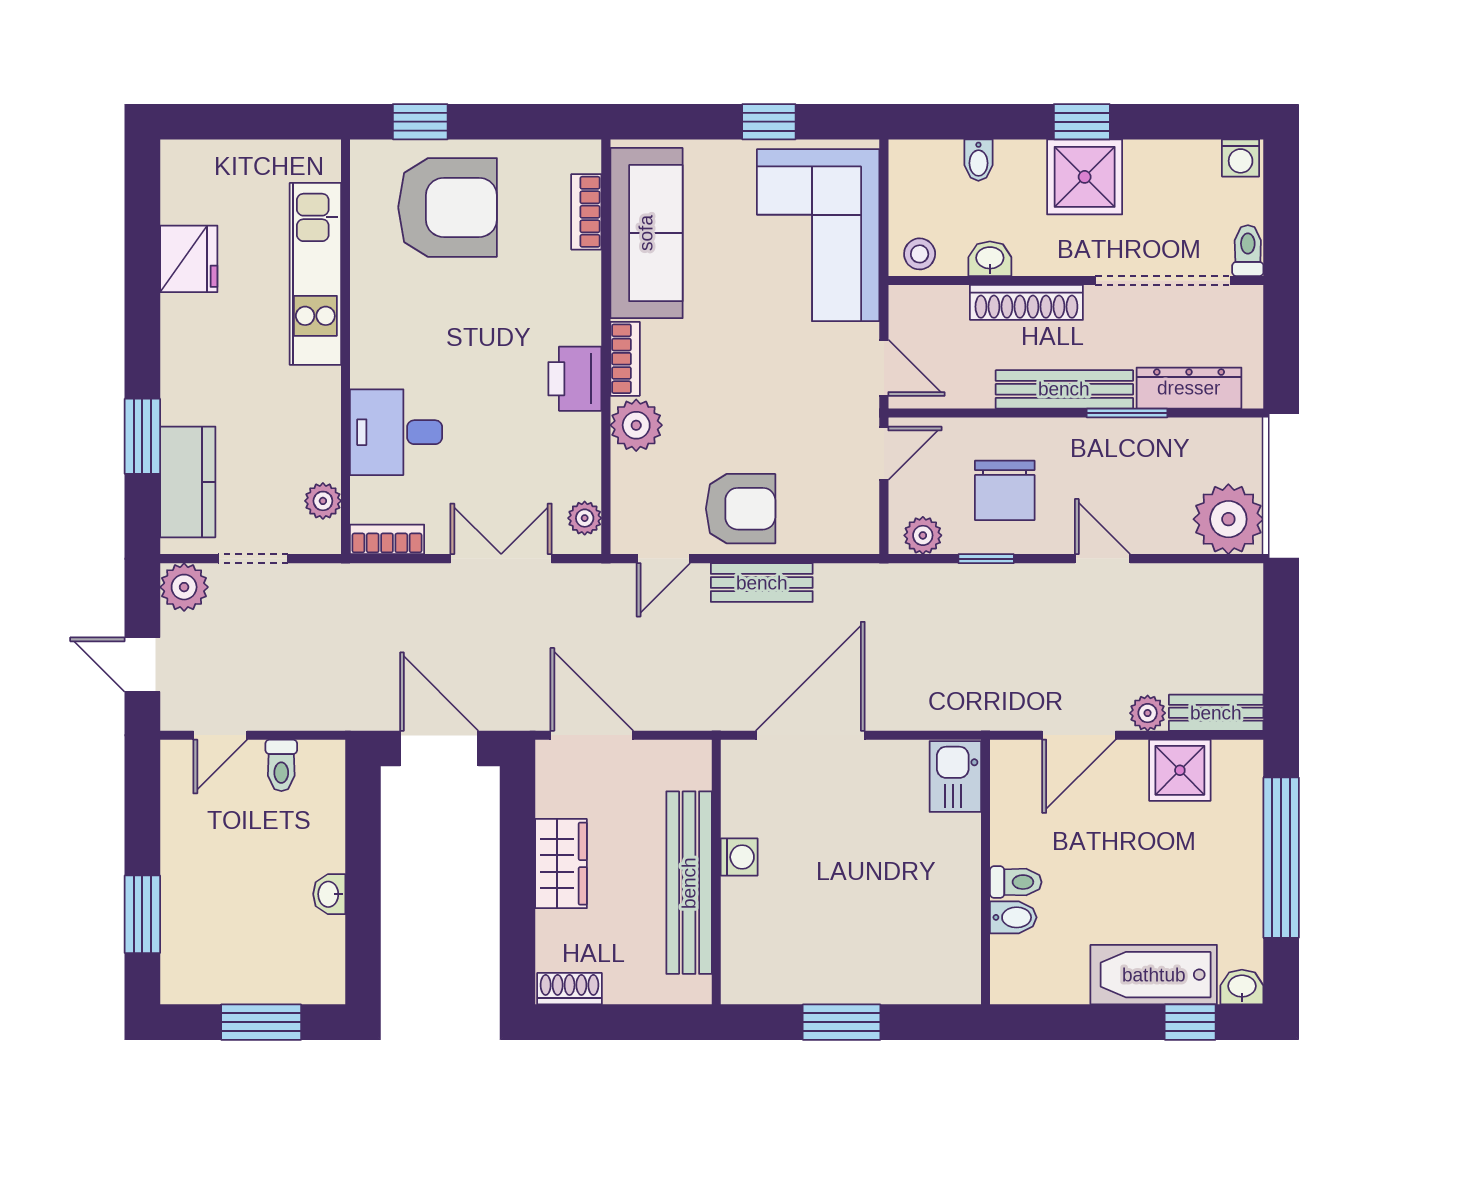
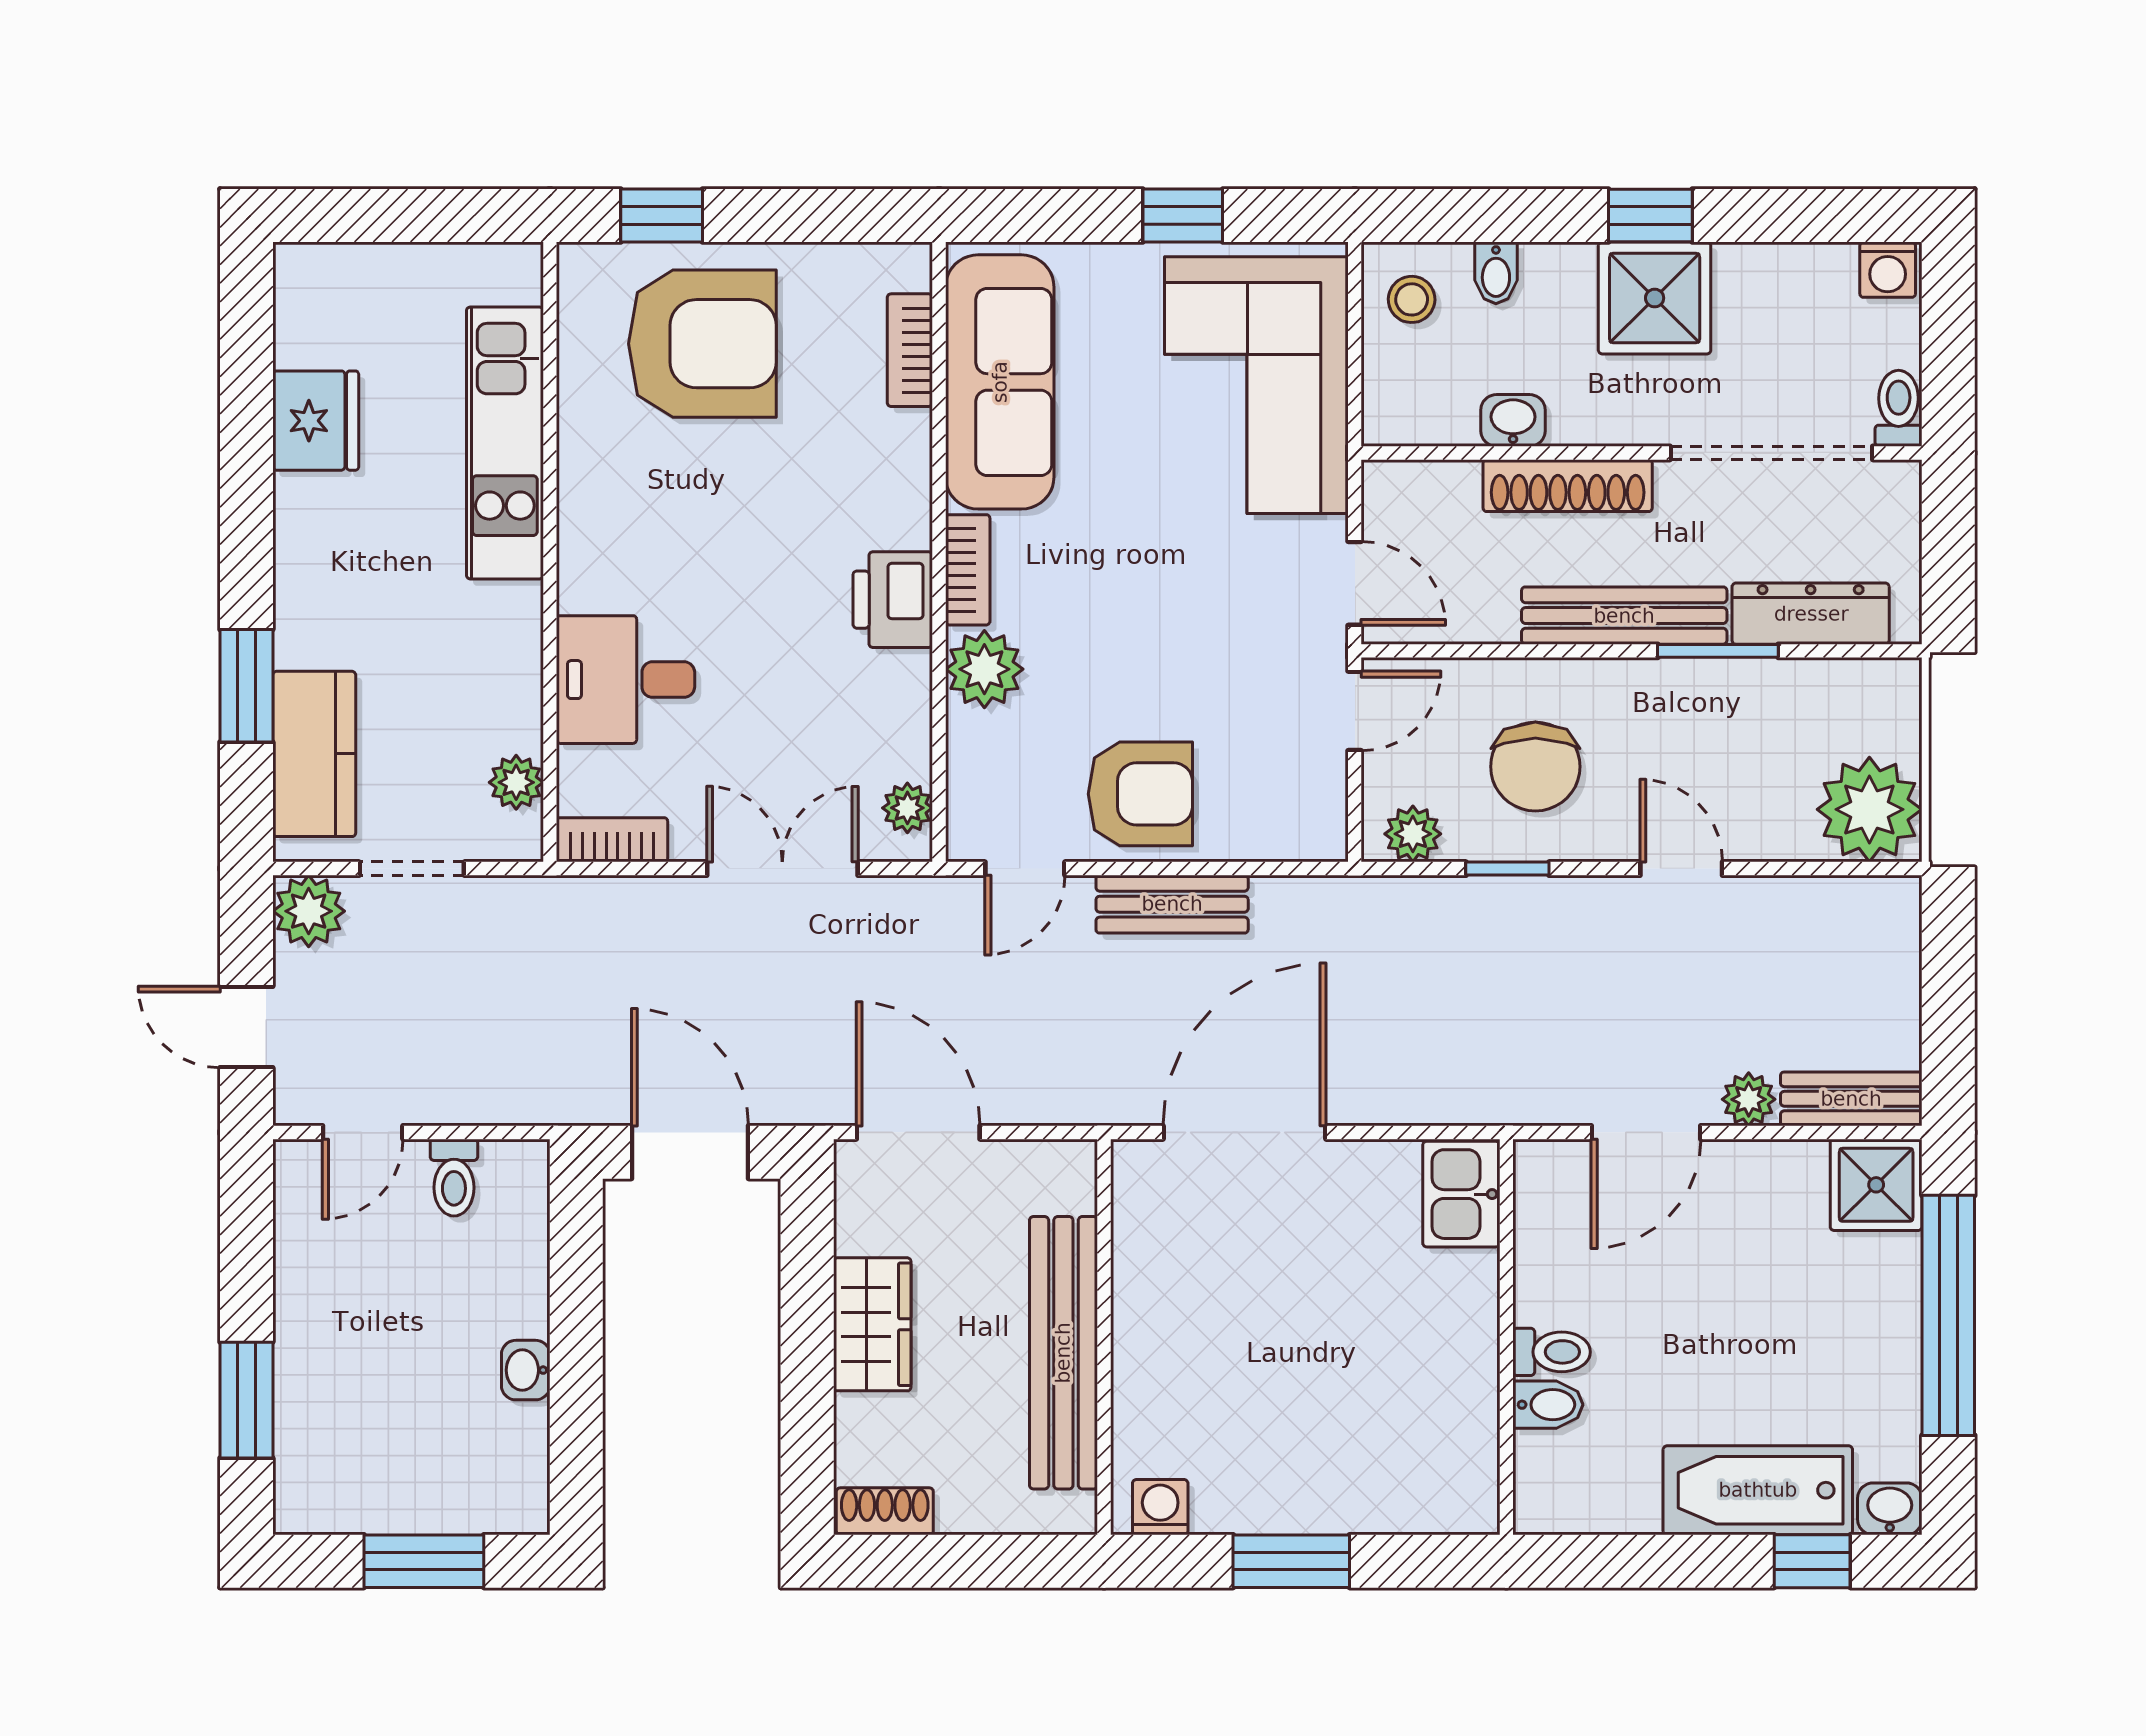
stool: (920, 254) -> (1412, 299), moved
shower: (1180, 770) -> (1876, 1185), moved
washing machine: (739, 857) -> (1160, 1507), moved, turned -90

